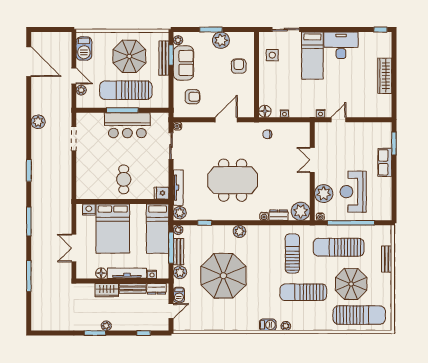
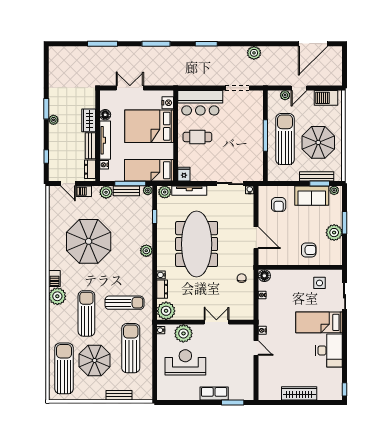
bar counter: (127, 125) -> (200, 103), moved, turned -90
meeting table: (233, 180) -> (197, 244), width x1.36
window: (351, 223) -> (155, 360), removed
parasol: (223, 276) -> (89, 241), moved
sun lounger: (359, 315) -> (64, 368), turned 180
plant: (286, 326) -> (57, 296), width x1.88, depth x1.88

